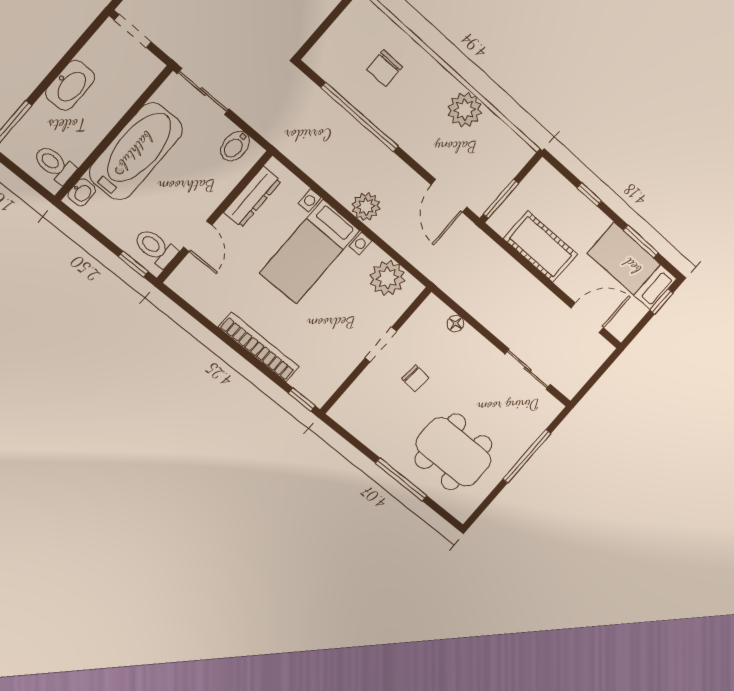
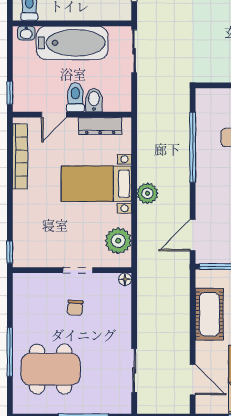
bidet: (235, 146) -> (94, 100), moved, turned 90
toilet: (155, 248) -> (75, 97), moved
floor lamp: (455, 323) -> (125, 279), moved
bookcase: (259, 347) -> (20, 156), moved
dining table: (454, 452) -> (51, 369), turned 90

